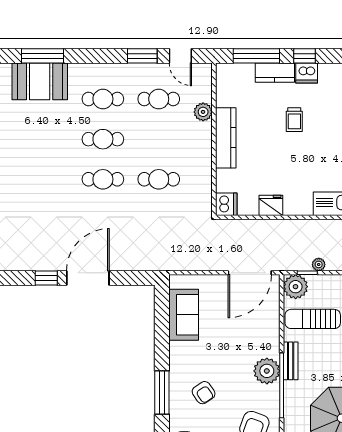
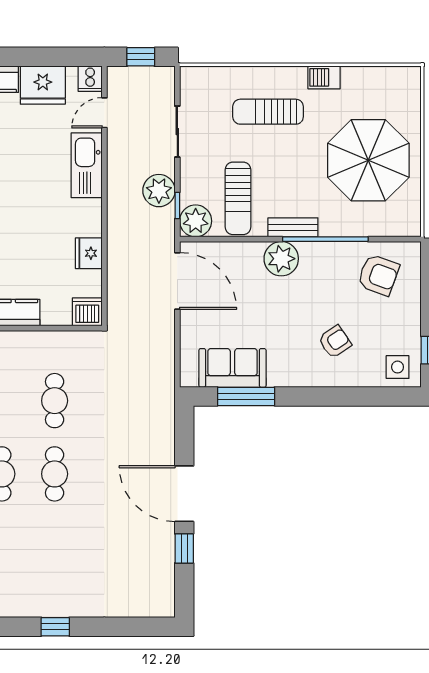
plant: (319, 264) -> (159, 191), width x1.88, depth x1.88
plant: (267, 371) -> (281, 259), moved
window: (162, 392) -> (246, 396), moved

